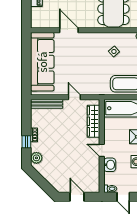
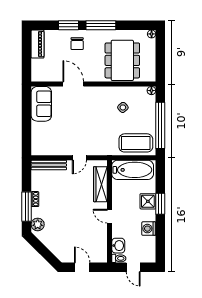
sofa: (42, 62) -> (41, 104), width x0.54, depth x0.79
door: (74, 97) -> (79, 158), swing flipped
window: (26, 142) -> (27, 207), width x2.17
washbasin: (110, 165) -> (118, 246), moved

